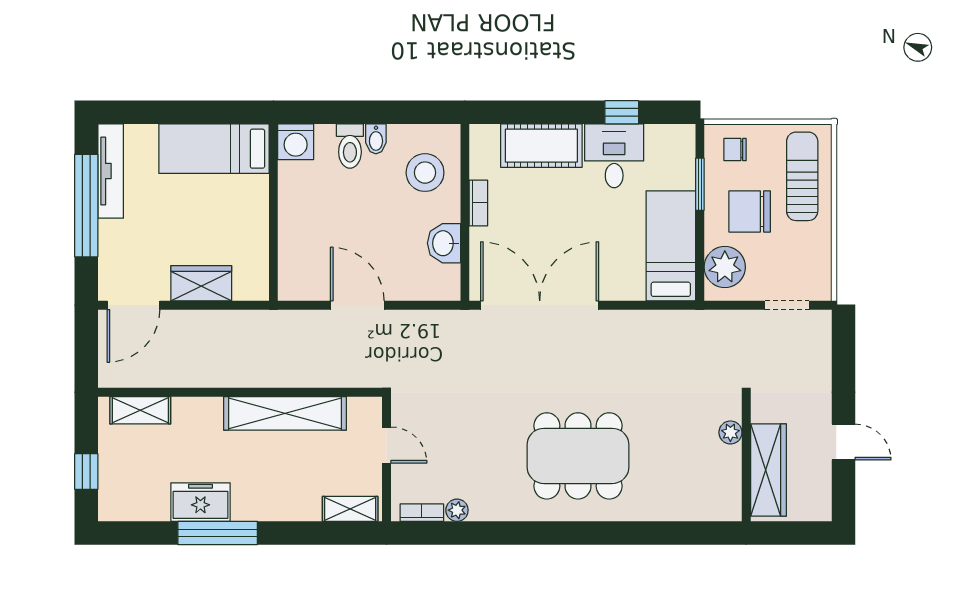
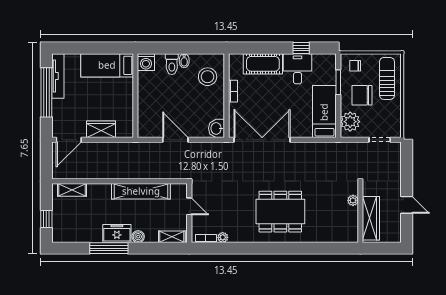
washbasin: (444, 243) -> (217, 128), moved
freezer: (200, 502) -> (117, 233), moved
boiler: (279, 509) -> (138, 237), added

